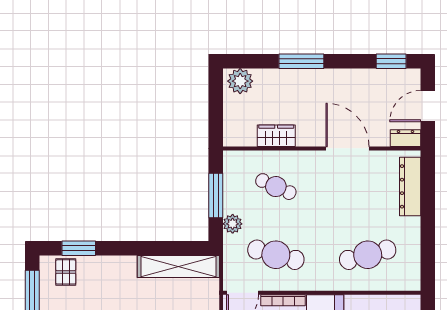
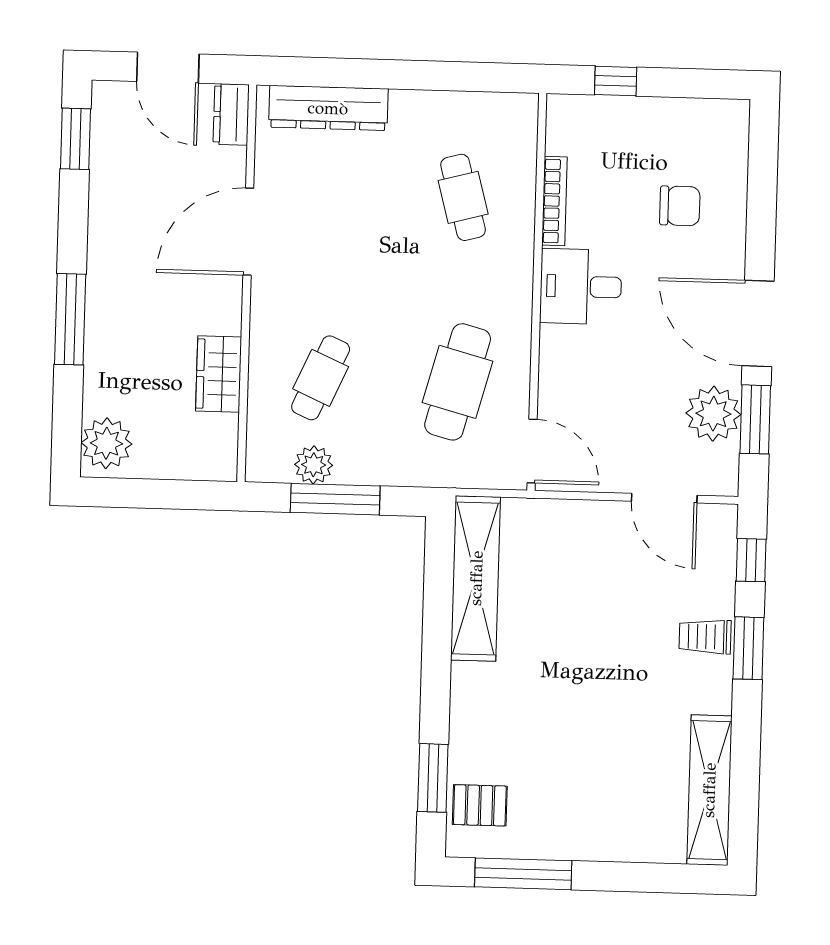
plant: (233, 224) -> (314, 465), moved
cafe table: (368, 255) -> (463, 197), width x0.73, depth x0.74
bookcase: (283, 300) -> (555, 201), moved

